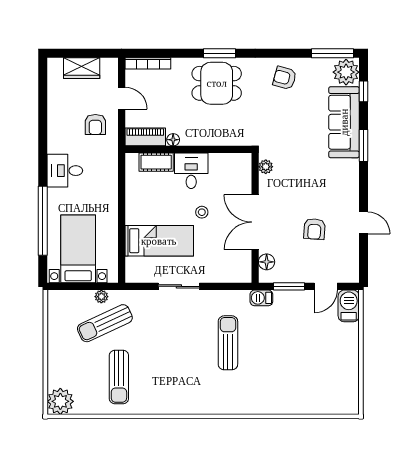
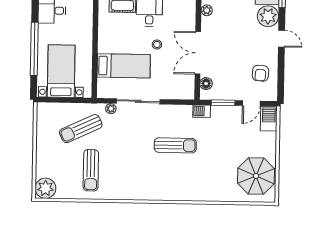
plant: (345, 173) -> (268, 16), added
door: (363, 223) -> (282, 39), moved
armchair: (314, 229) -> (261, 73), moved
sliding door: (179, 286) -> (138, 101), width x1.37
plant: (101, 297) -> (111, 109), moved
sun lounger: (228, 343) -> (175, 145), turned 90
parasol: (333, 381) -> (256, 176), added

